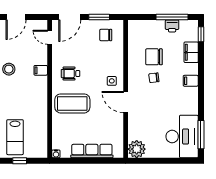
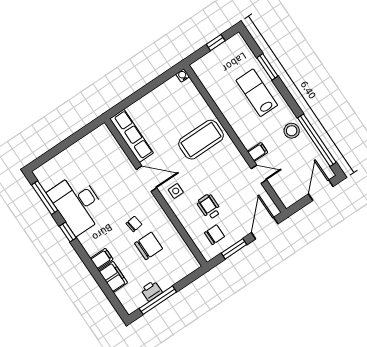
window: (201, 34) -> (68, 232), moved
door: (50, 37) -> (259, 174), moved
wheelchair: (71, 74) -> (209, 207), moved, turned -90
filing cabinet: (191, 81) -> (102, 259), moved
desk: (182, 136) -> (77, 204), moved
lab bench: (15, 137) -> (257, 93), moved
plant: (137, 149) -> (102, 137), removed
row of seats: (92, 151) -> (131, 136), moved, turned -90

